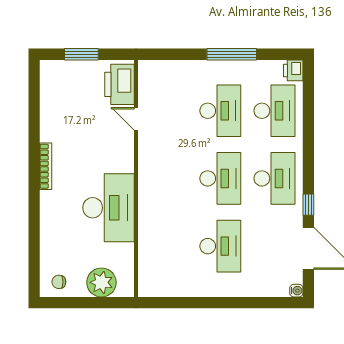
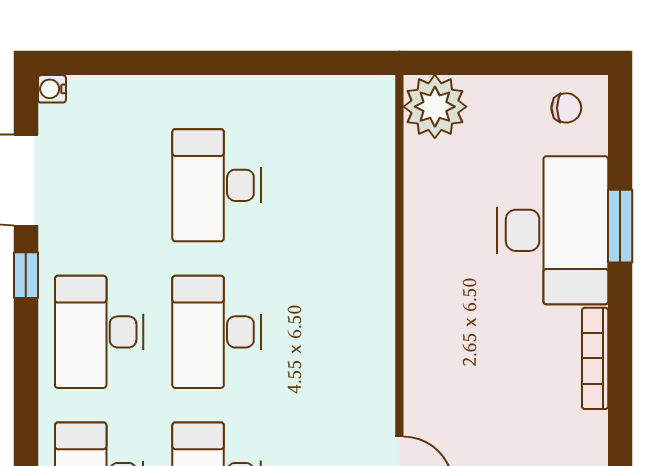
desk: (109, 208) -> (553, 230), moved, turned 180
window: (34, 227) -> (620, 226), added
plant: (101, 282) -> (435, 107), moved

